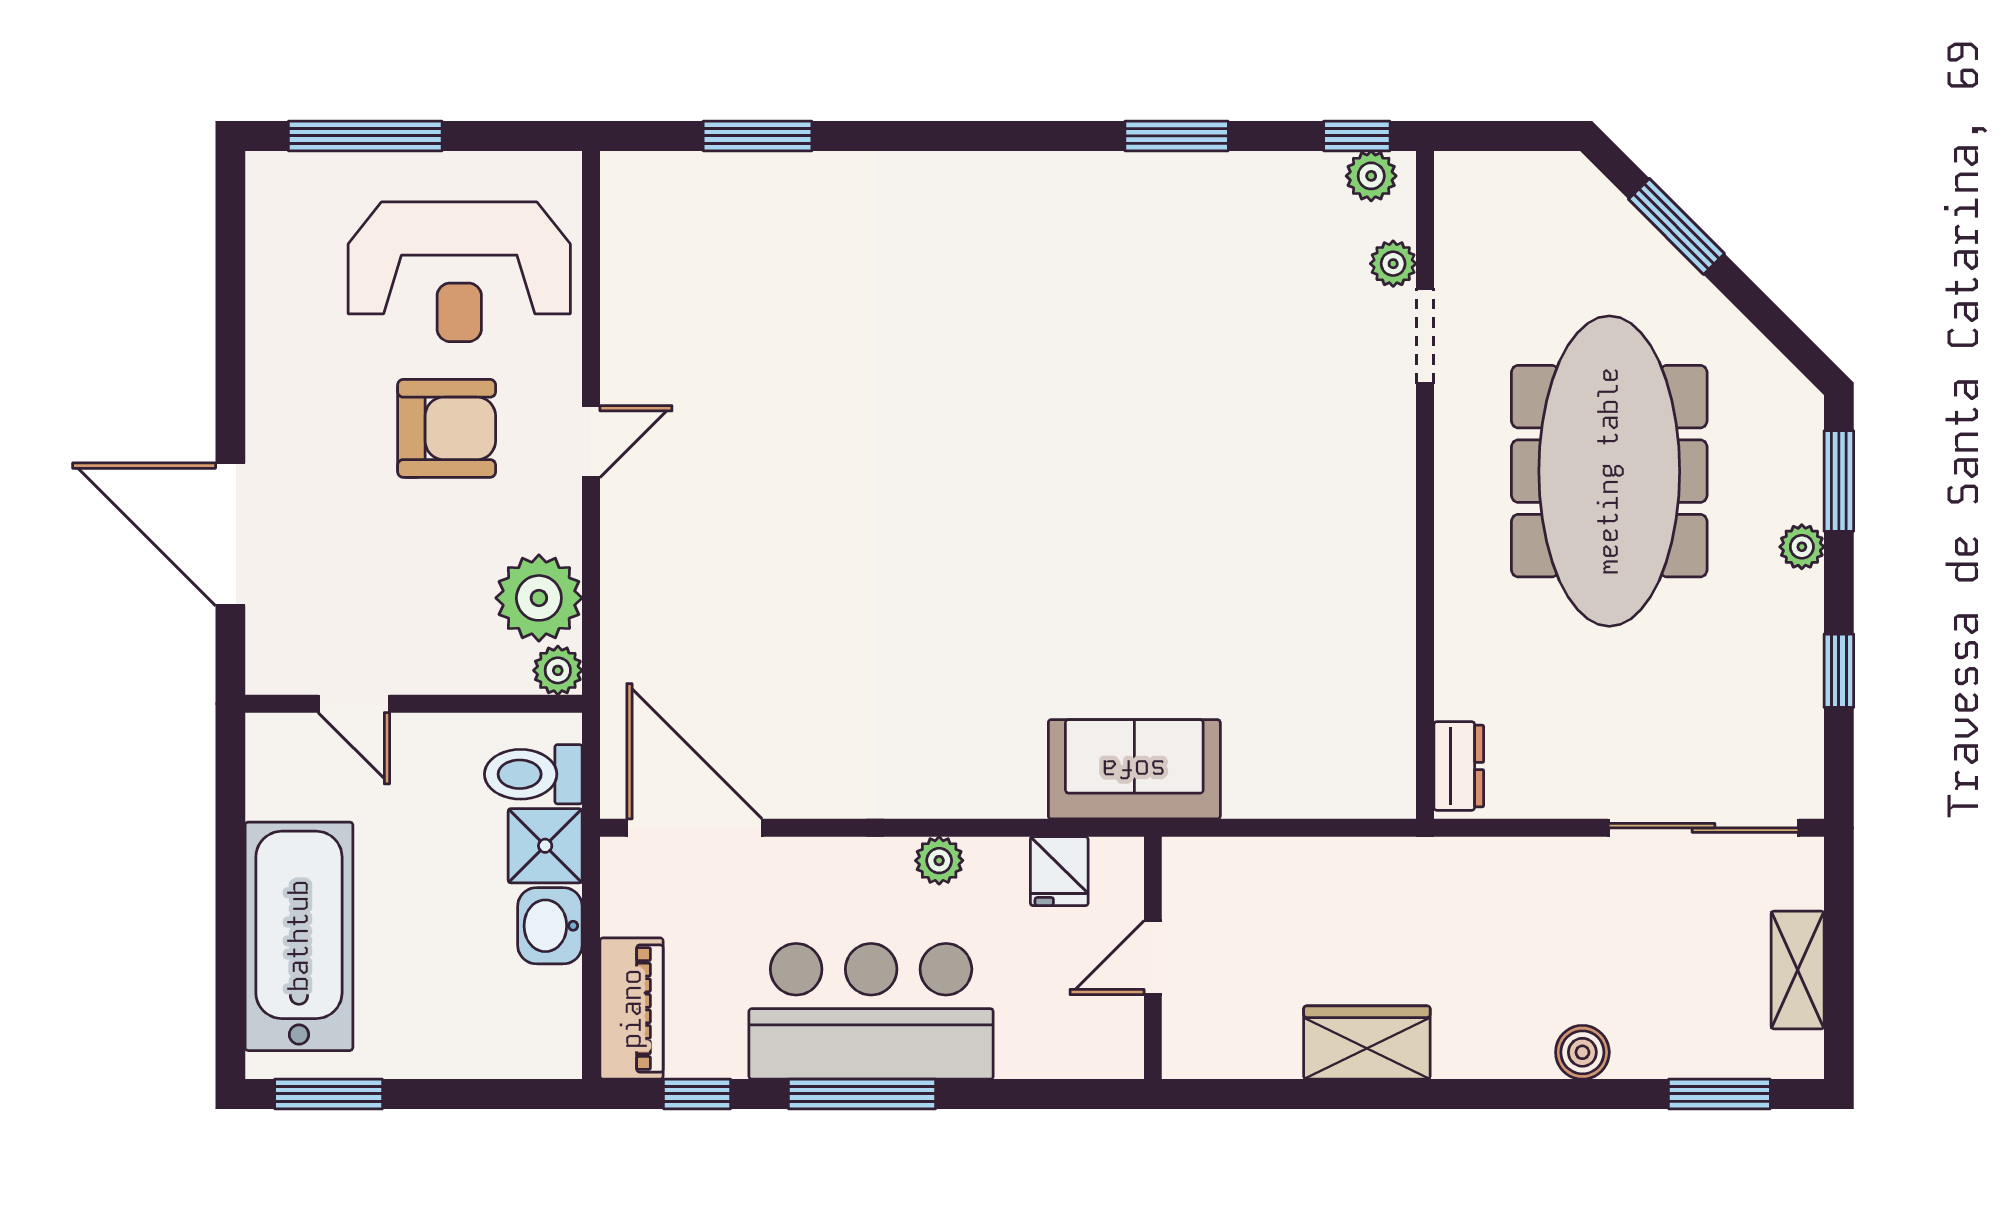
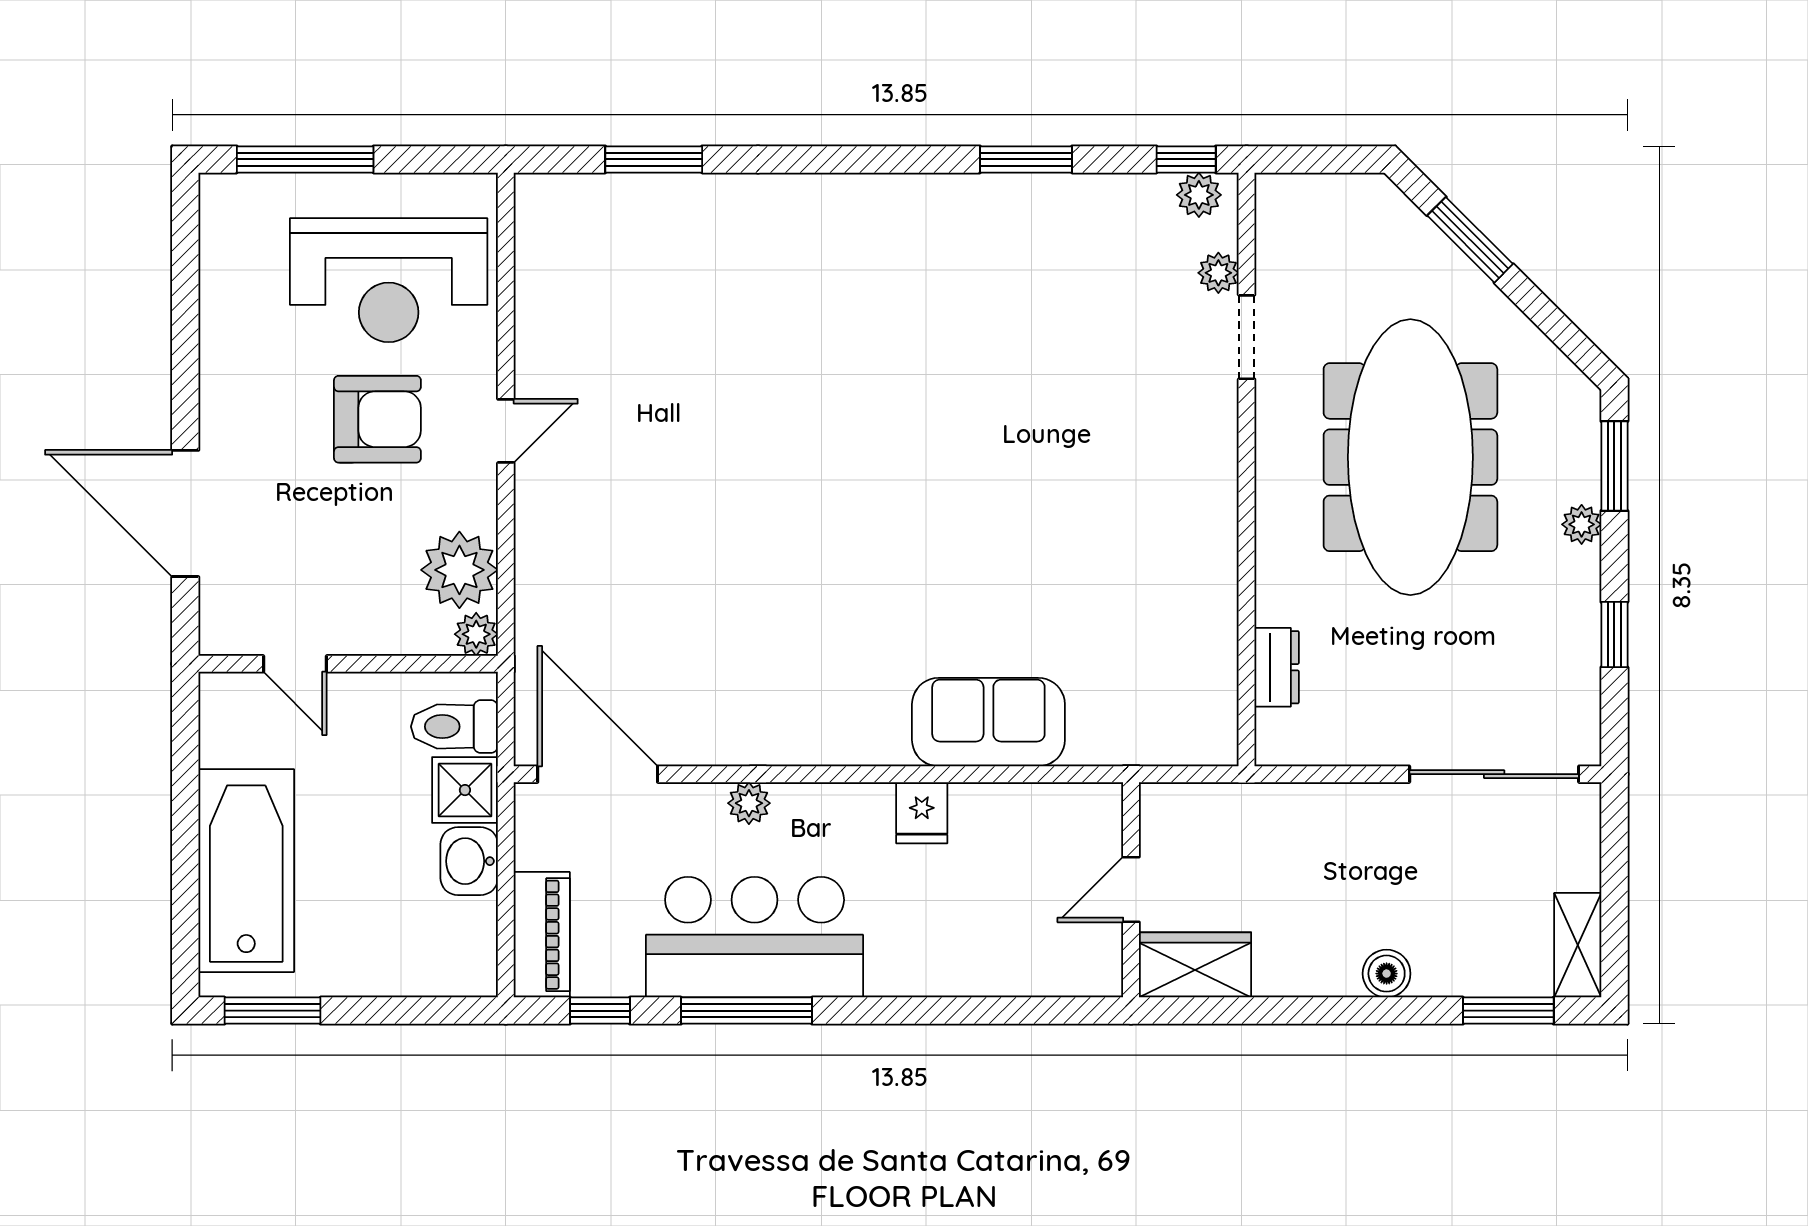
dresser: (1459, 766) -> (1277, 667), moved
plant: (939, 861) -> (749, 803), moved
door: (1153, 958) -> (1131, 890), moved
wall: (1153, 958) -> (1131, 890), moved
shelving: (1798, 970) -> (1578, 945), moved

